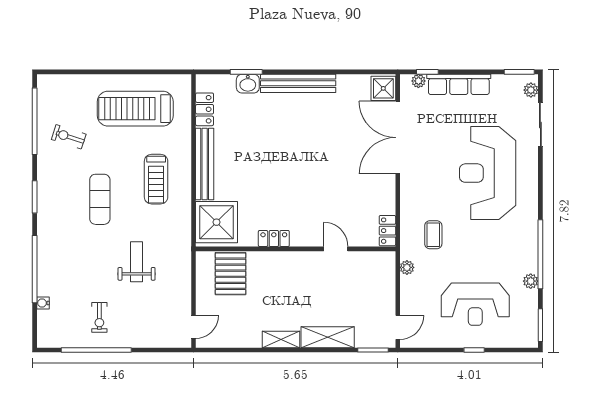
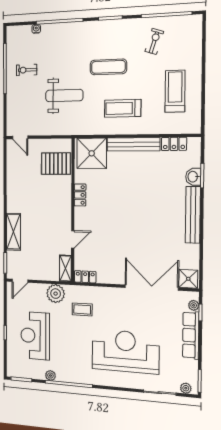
treadmill: (135, 109) -> (175, 91), width x0.73, depth x0.73
weight bench: (137, 262) -> (64, 96), width x1.36, depth x1.33
plant: (407, 267) -> (56, 294), width x1.88, depth x1.88
door: (398, 327) -> (20, 281), hinge flipped
shelving: (281, 339) -> (65, 268), moved

